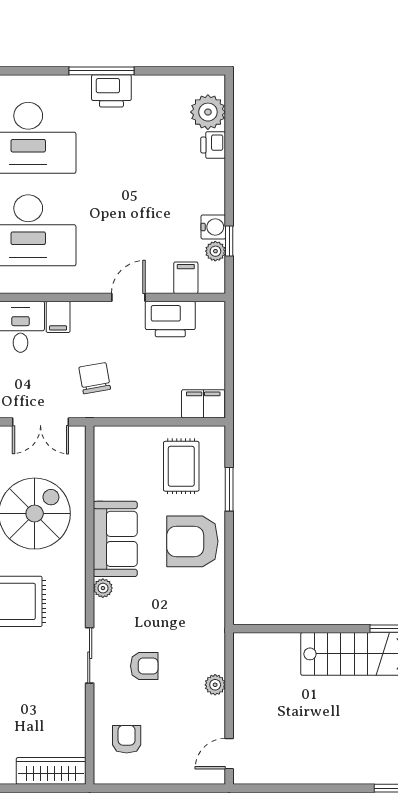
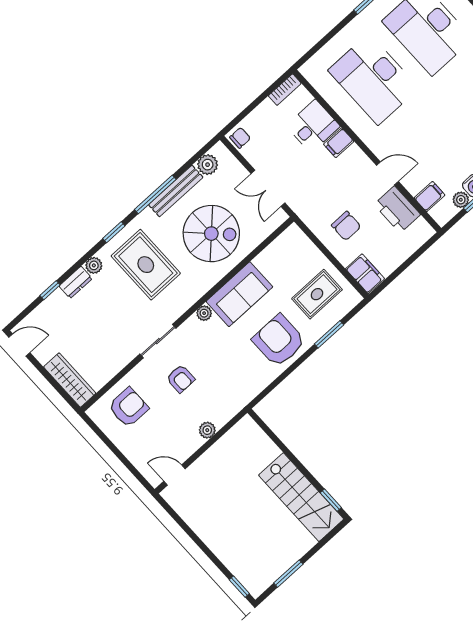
chair: (95, 378) -> (346, 226), moved, turned 100
armchair: (127, 739) -> (128, 407), width x1.38, depth x1.38

